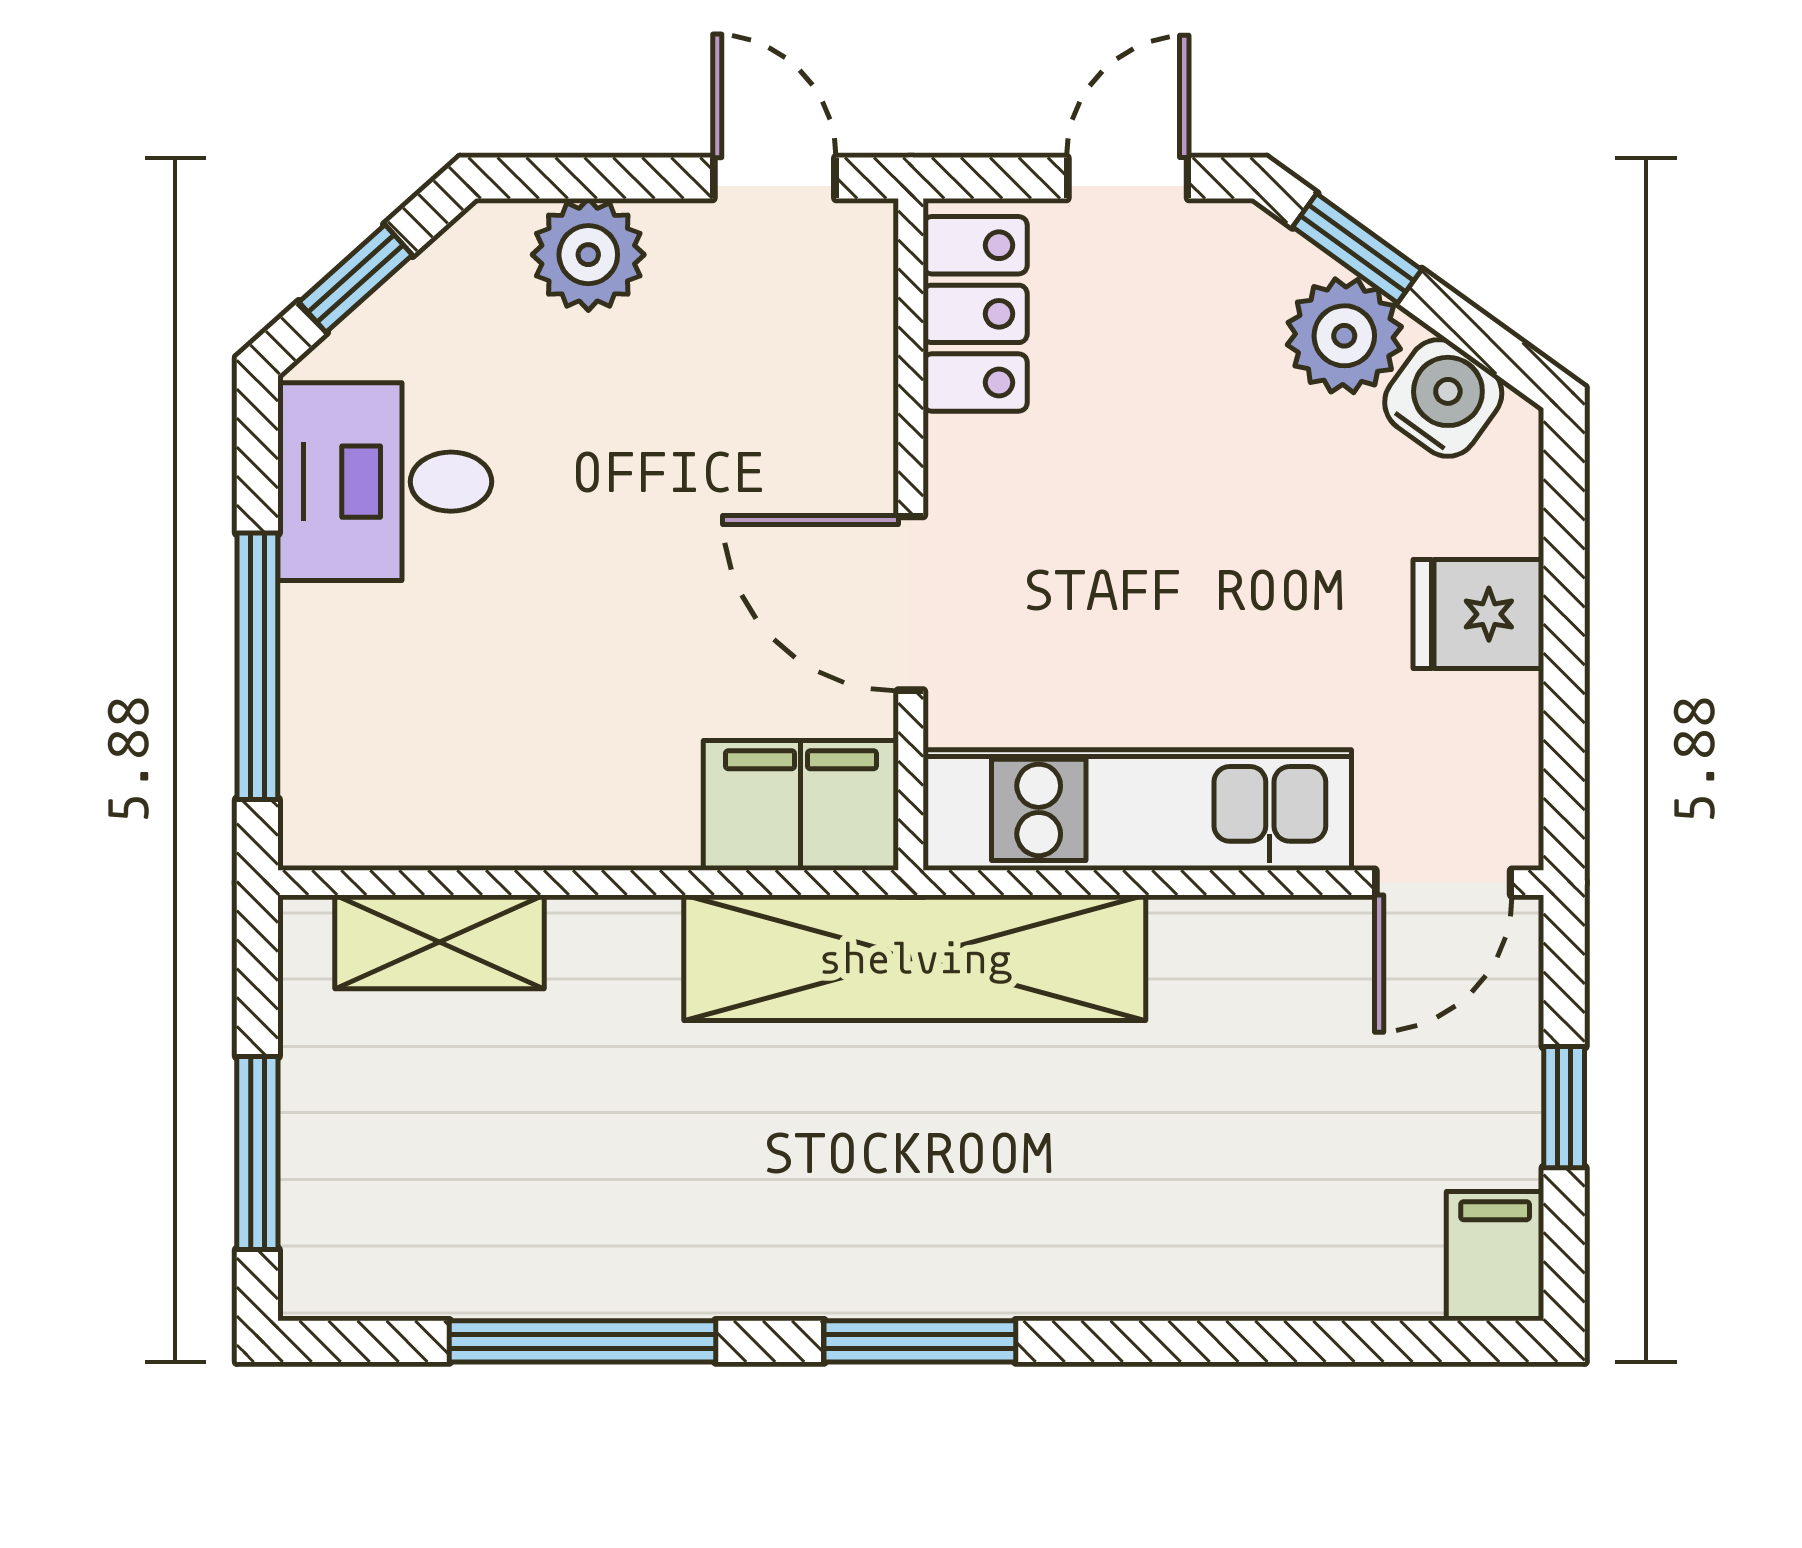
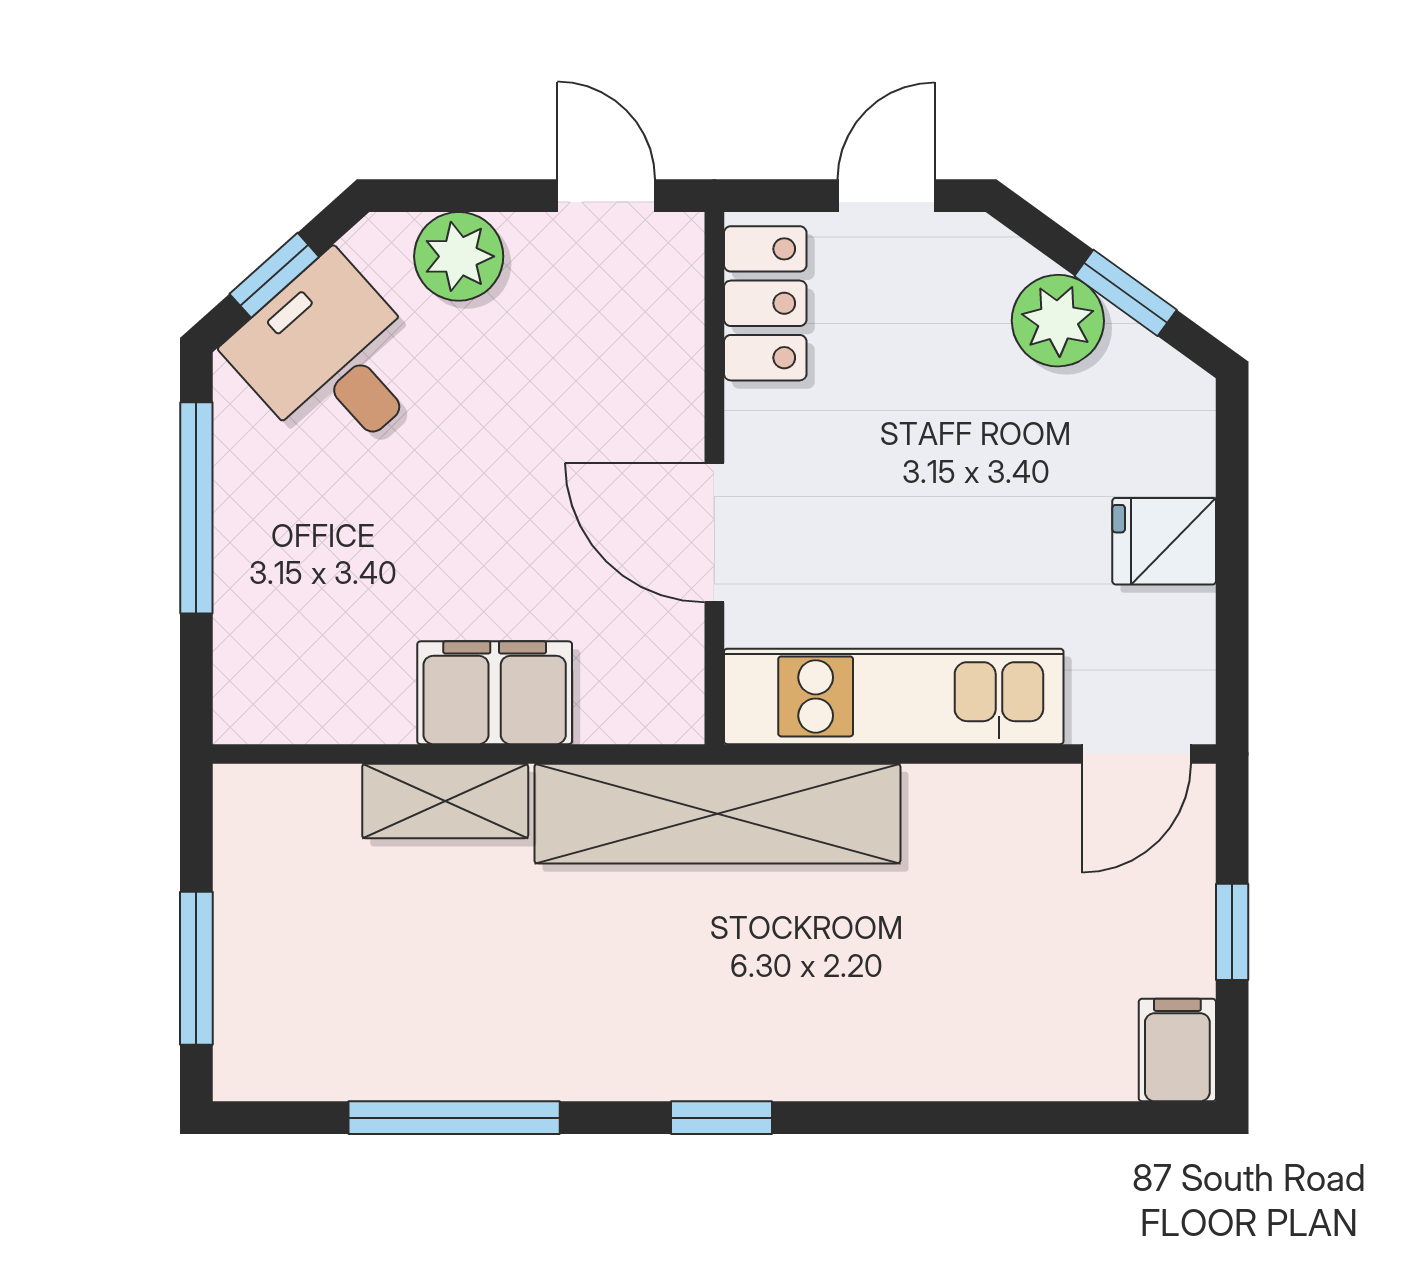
window: (1357, 248) -> (1126, 293), moved
water cooler: (1443, 398) -> (1136, 370), removed
desk: (385, 482) -> (332, 359), moved, turned 48
window: (257, 666) -> (196, 508), moved
filing cabinet: (801, 805) -> (495, 693), moved
shelving: (439, 942) -> (445, 801), moved
window: (920, 1341) -> (721, 1118), width x0.67

